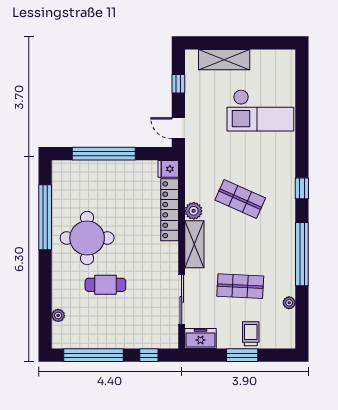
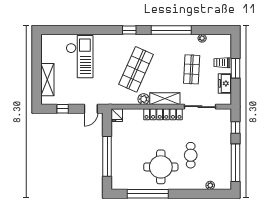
shop shelf: (240, 199) -> (136, 69), width x1.43, depth x1.36
locker: (170, 210) -> (163, 114), moved
freezer: (200, 339) -> (225, 83), moved

